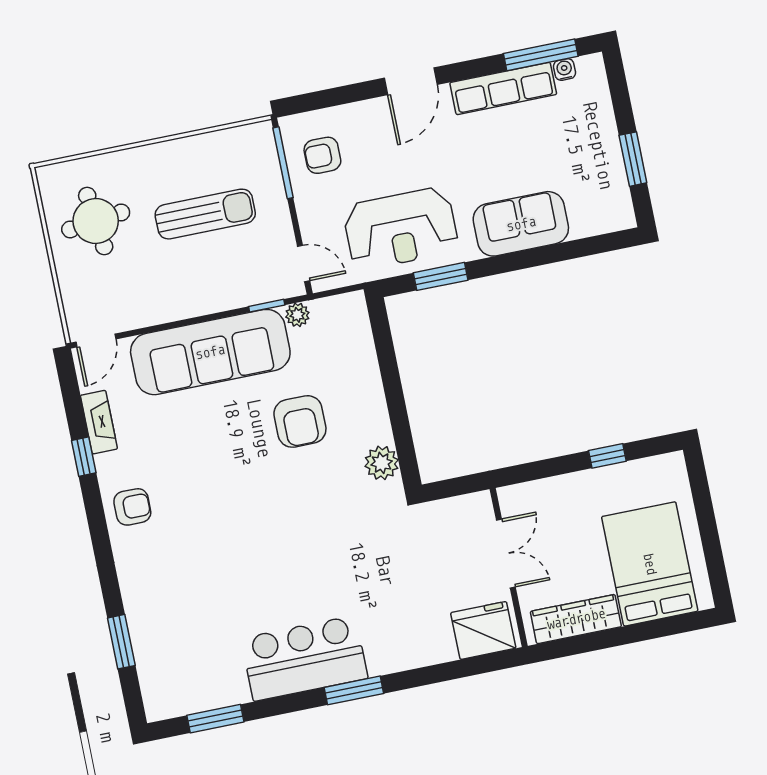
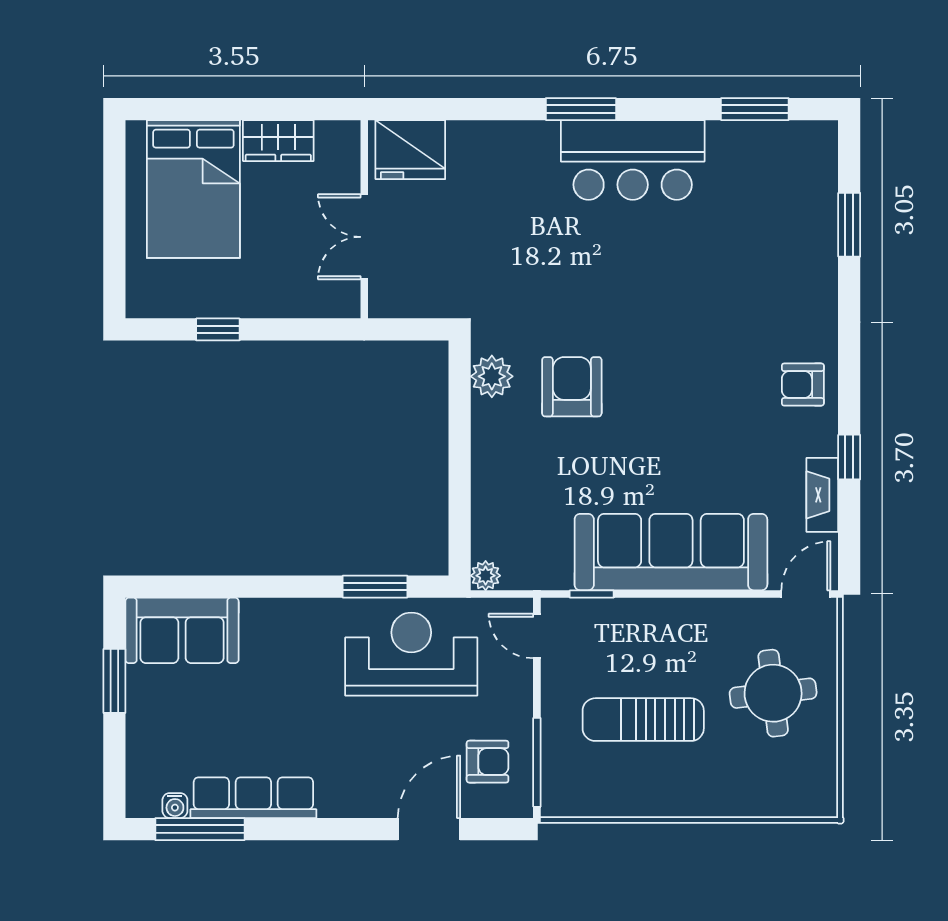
door: (411, 81) -> (429, 829), moved
round table: (96, 221) -> (773, 693), moved
sofa: (521, 224) -> (182, 630), moved
plant: (297, 315) -> (486, 576), moved
armchair: (300, 421) -> (572, 387), moved
wardrobe: (576, 619) -> (278, 141), width x0.67

